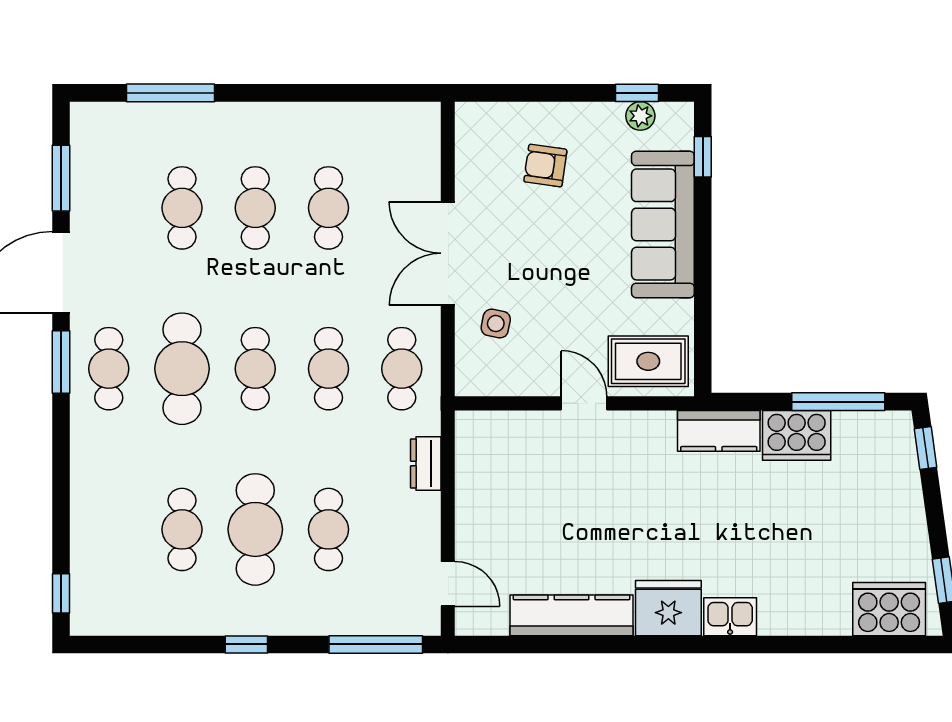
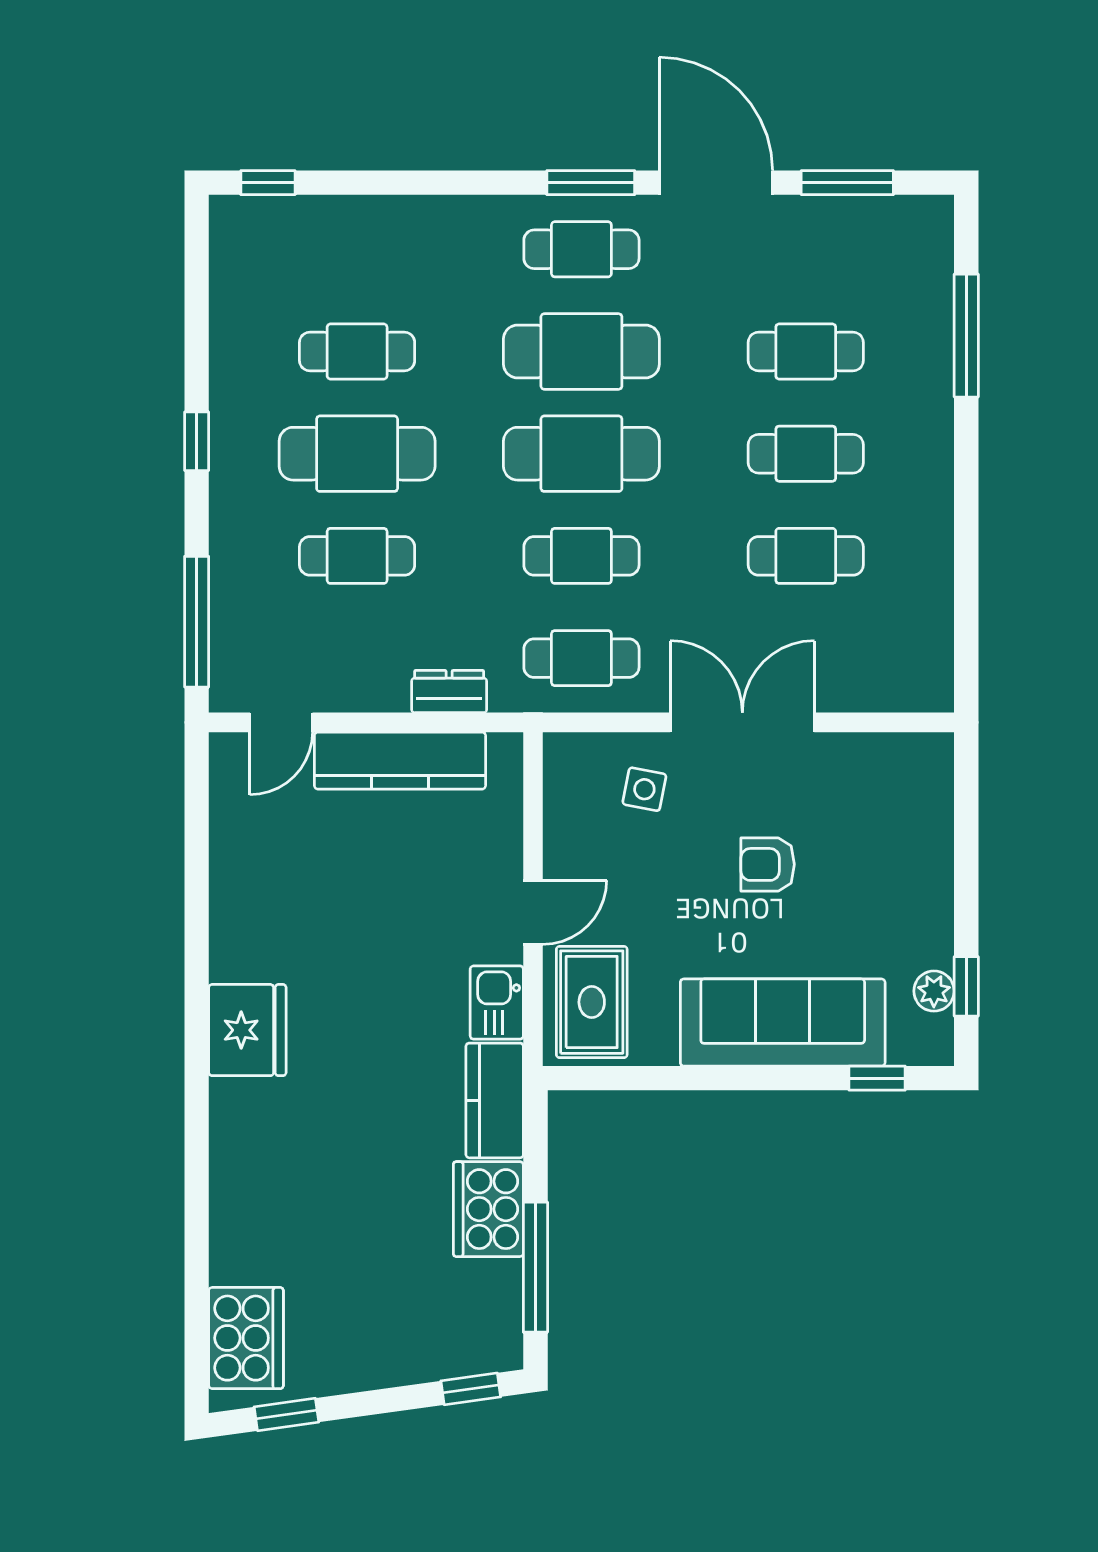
armchair: (545, 166) -> (768, 864), moved, turned -98
cafe table: (255, 369) -> (581, 454), width x1.37, depth x1.35
kitchen counter: (572, 615) -> (400, 761), moved, turned 90
kitchen sink: (730, 617) -> (497, 1003), moved, turned 180

